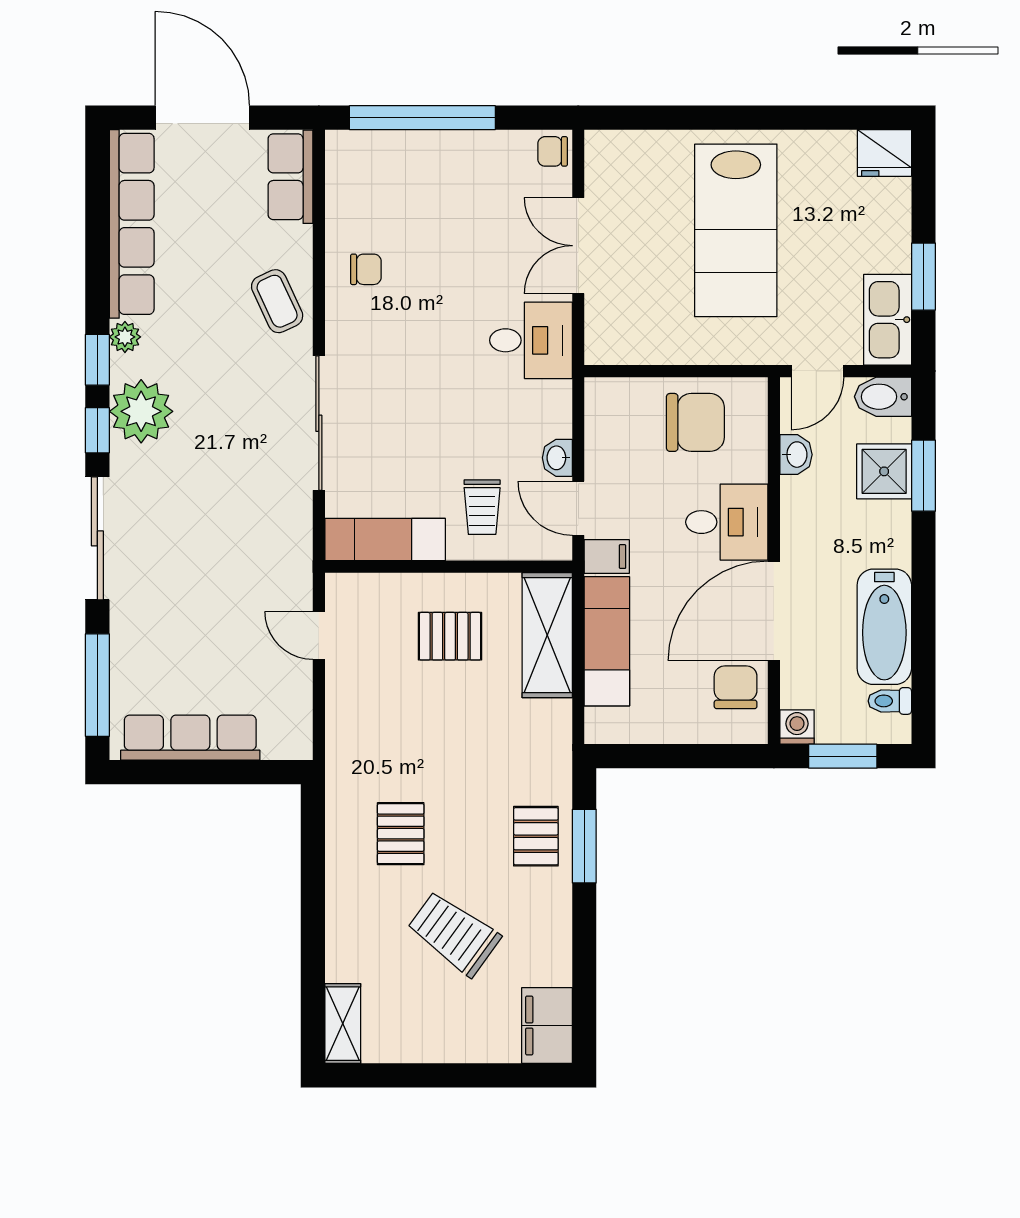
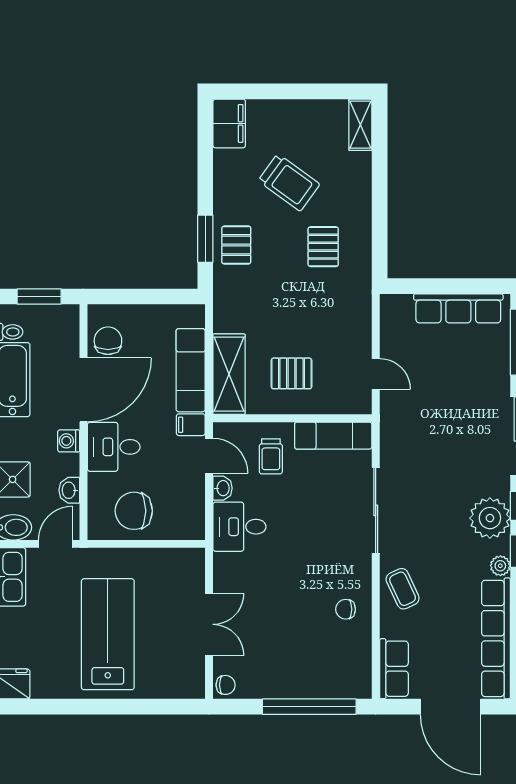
desk: (531, 340) -> (239, 527), moved
trolley: (482, 507) -> (271, 456), turned 180
chair: (736, 687) -> (108, 341), turned 180
washing machine: (797, 727) -> (69, 441), moved, turned 90

